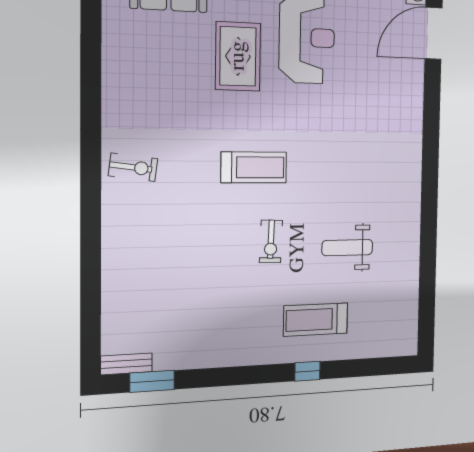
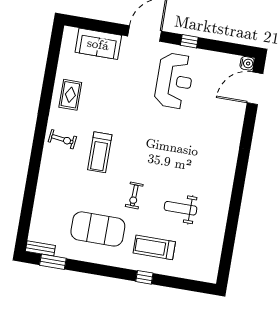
rug: (238, 56) -> (70, 95), moved, width x0.73, depth x0.70
treadmill: (254, 167) -> (100, 152), moved, turned 90
exercise mat: (220, 309) -> (98, 229), added

